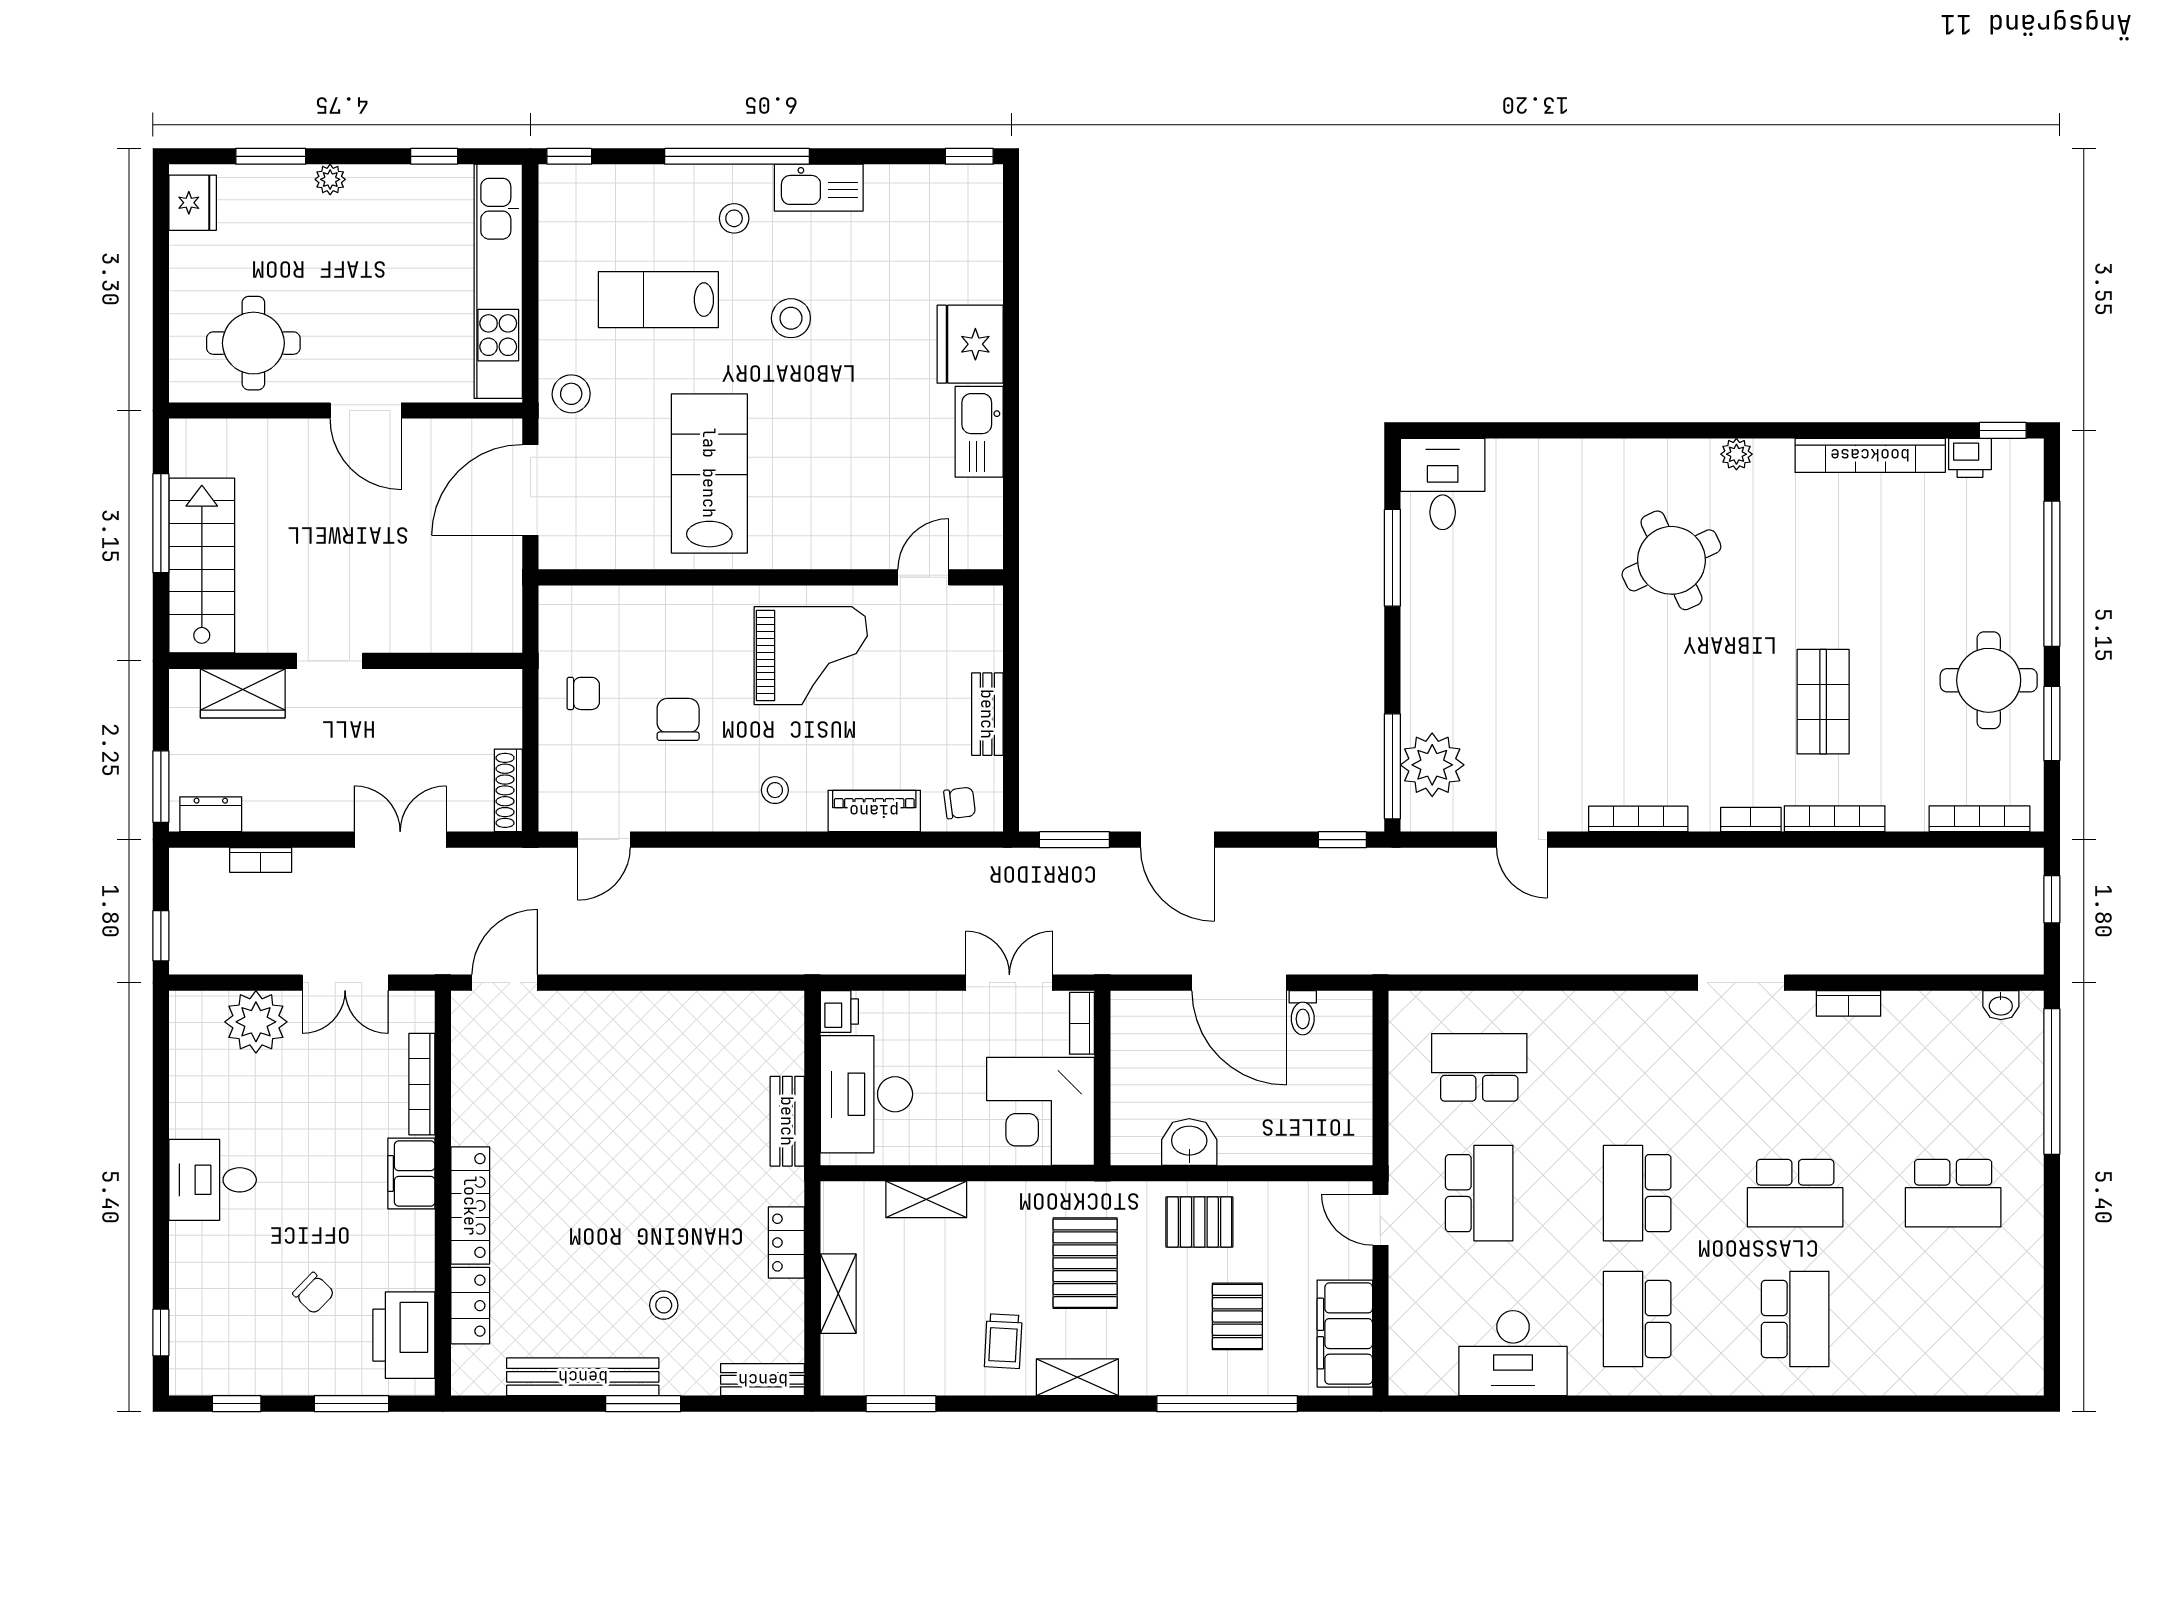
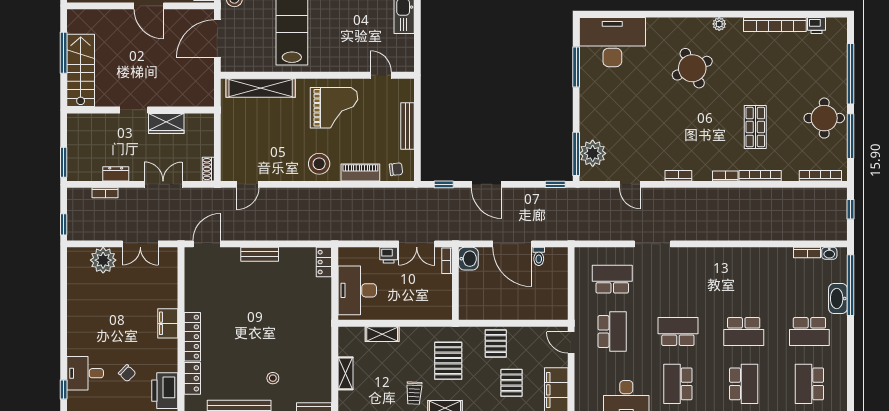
window: (2003, 430) -> (830, 14), removed
desk: (1443, 484) -> (612, 42), width x1.87, depth x1.30
door: (923, 577) -> (381, 75), hinge flipped
shelving: (635, 608) -> (261, 88), added
wardrobe: (243, 693) -> (166, 124), moved
chair: (583, 693) -> (239, 124), removed
bench: (987, 714) -> (408, 126), width x1.36
chair: (678, 719) -> (279, 134), removed
window: (2052, 723) -> (850, 136), width x1.44
shoe rack: (508, 790) -> (208, 169), width x0.70
stool: (775, 790) -> (319, 164), width x1.89, depth x1.89
dresser: (211, 814) -> (116, 174), moved
bookcase: (1638, 819) -> (678, 176), width x0.64
window: (1074, 840) -> (444, 184), width x0.67
double door: (1009, 983) -> (417, 244), swing flipped
doorway: (1741, 983) -> (652, 244), moved
bookcase: (1848, 1003) -> (807, 253), moved
printer: (839, 1011) -> (389, 255), moved, turned 90
bookcase: (422, 1084) -> (172, 286), removed
corner desk: (1040, 1111) -> (430, 297), removed
washbasin: (2022, 1114) -> (838, 299), added
bench: (787, 1121) -> (260, 254), moved, turned 90
washbasin: (1189, 1142) -> (468, 259), moved, turned 90
desk: (213, 1180) -> (85, 373), moved
school desk: (1637, 1193) -> (678, 332), turned 90
pallet: (1199, 1222) -> (496, 344), turned 90
locker: (786, 1243) -> (324, 262), moved
school desk: (1953, 1319) -> (809, 384), added

